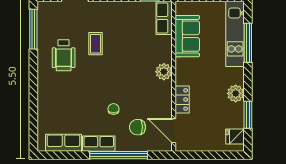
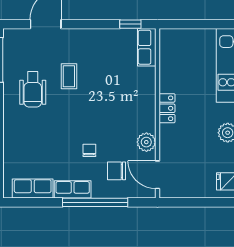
sofa: (187, 36) -> (173, 68), removed
plant: (164, 72) -> (146, 142), moved
locker: (182, 99) -> (167, 108), moved

